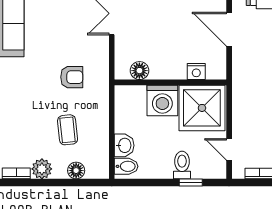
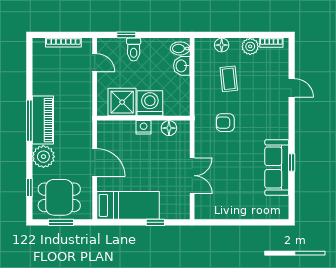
nightstand: (196, 72) -> (144, 127), moved
shower: (202, 108) -> (122, 102), width x0.73, depth x0.73

